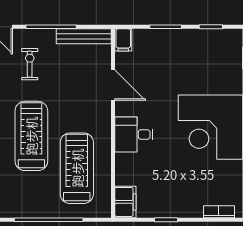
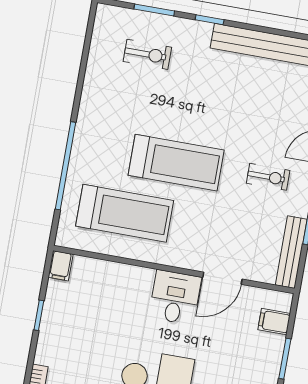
filing cabinet: (123, 40) -> (274, 322), moved
desk: (134, 134) -> (175, 297), moved
filing cabinet: (125, 202) -> (61, 266), width x0.50

